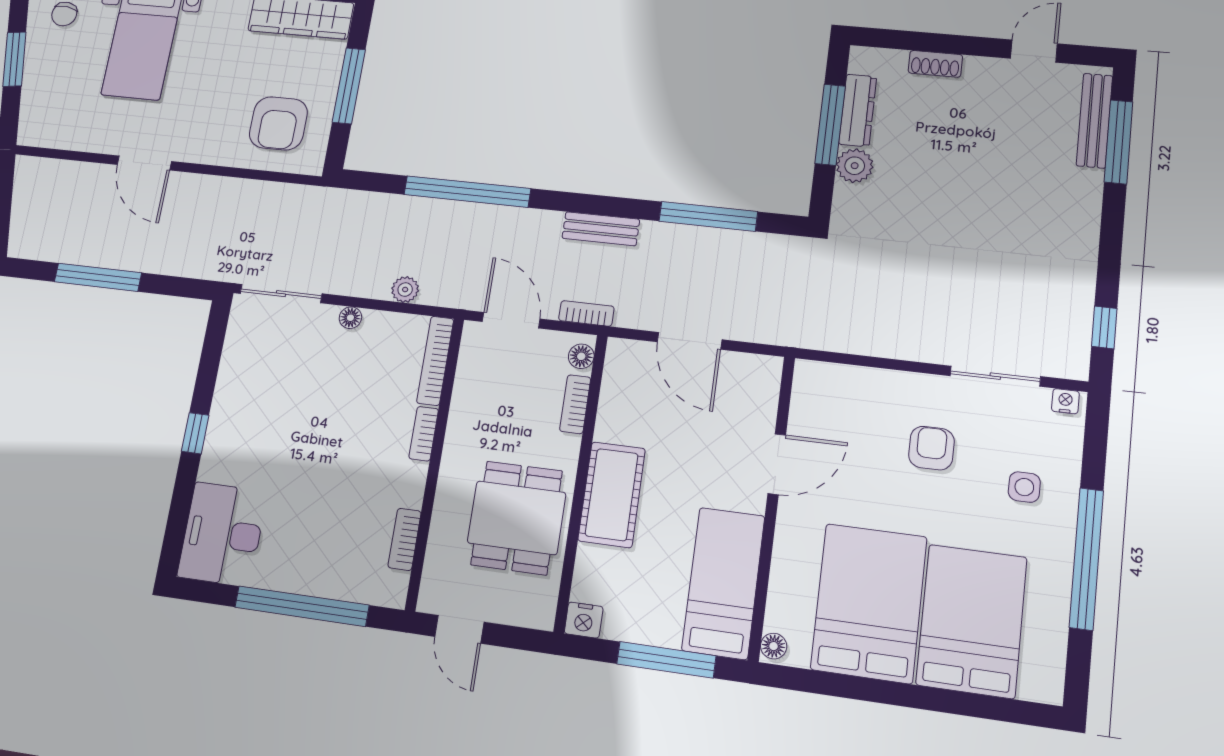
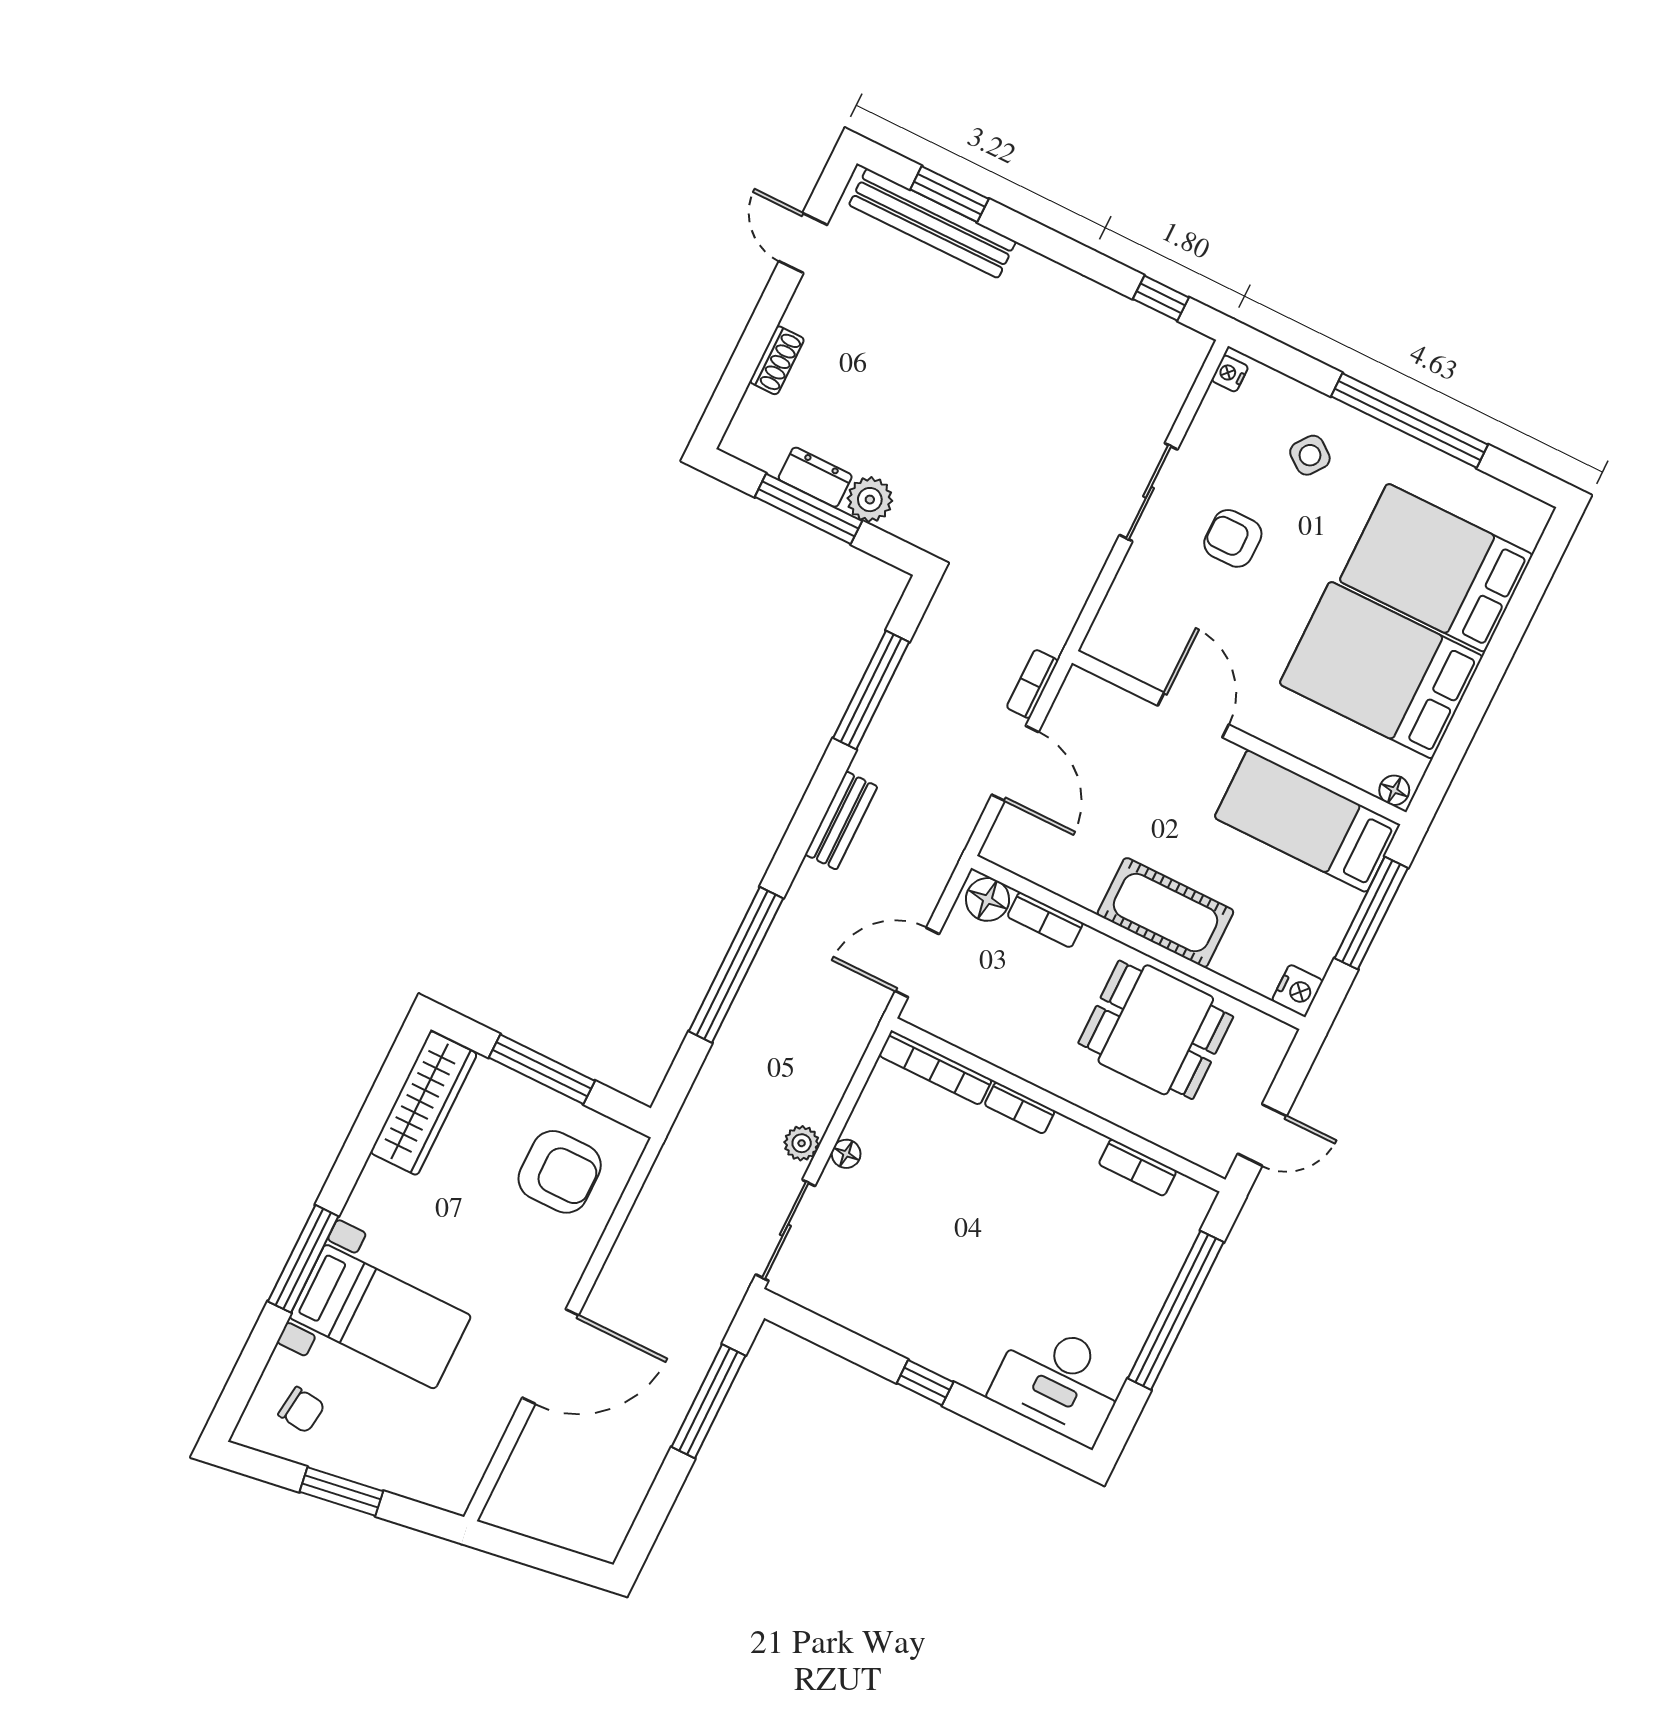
dresser: (858, 110) -> (815, 477), width x0.70
bench: (1094, 121) -> (932, 223), width x1.37, depth x1.21
window: (1119, 142) -> (949, 194), width x0.69
door: (144, 163) -> (550, 1357), width x1.36
window: (98, 277) -> (708, 1401), moved
plant: (405, 290) -> (802, 1143), moved
bookcase: (586, 313) -> (1032, 684), moved
door: (690, 341) -> (1015, 763), hinge flipped
floor lamp: (581, 356) -> (987, 899), width x1.37, depth x1.37
sliding door: (995, 376) -> (1149, 492), moved
side table: (1024, 487) -> (1310, 455), turned 37

